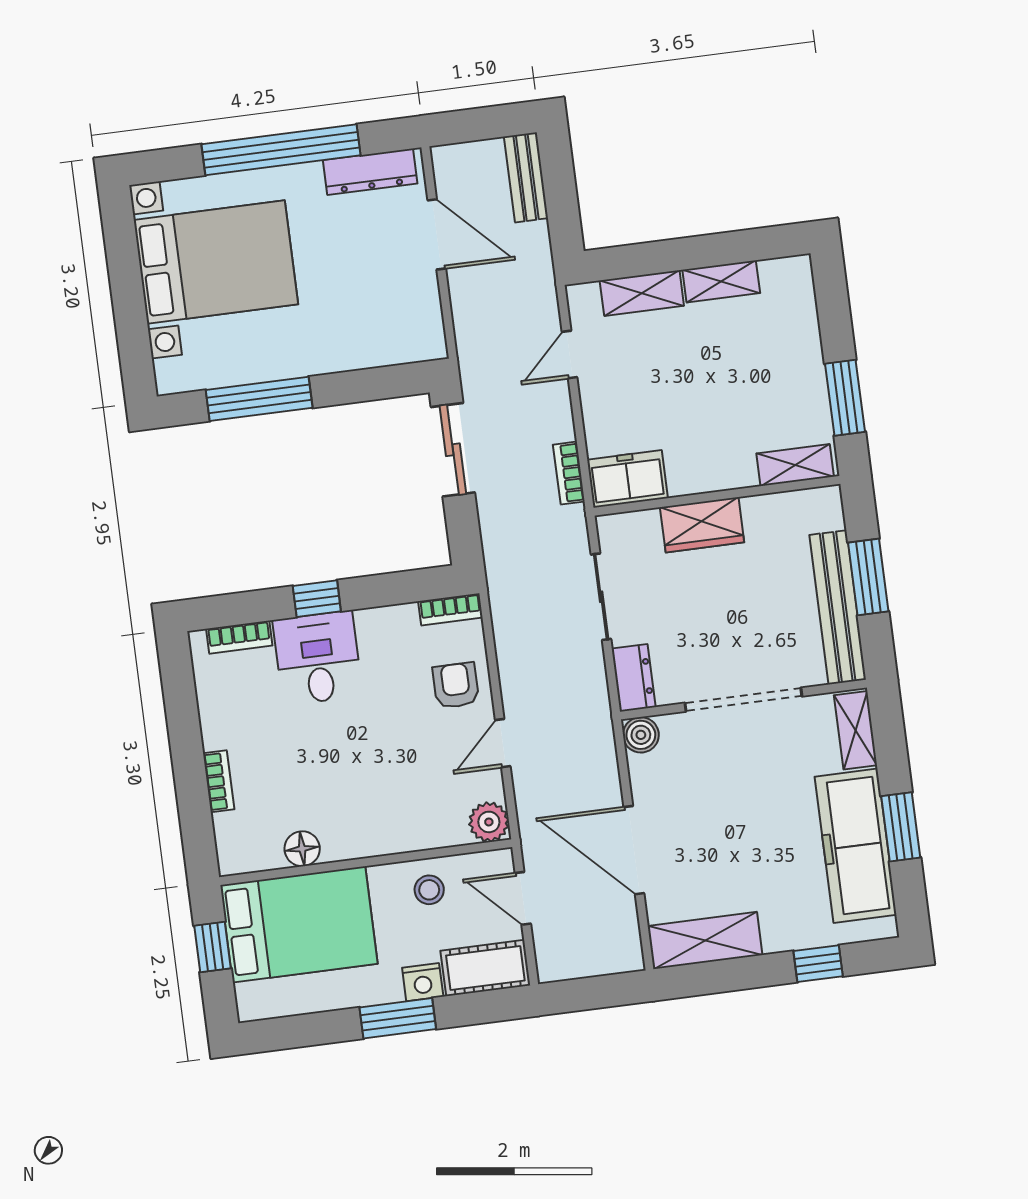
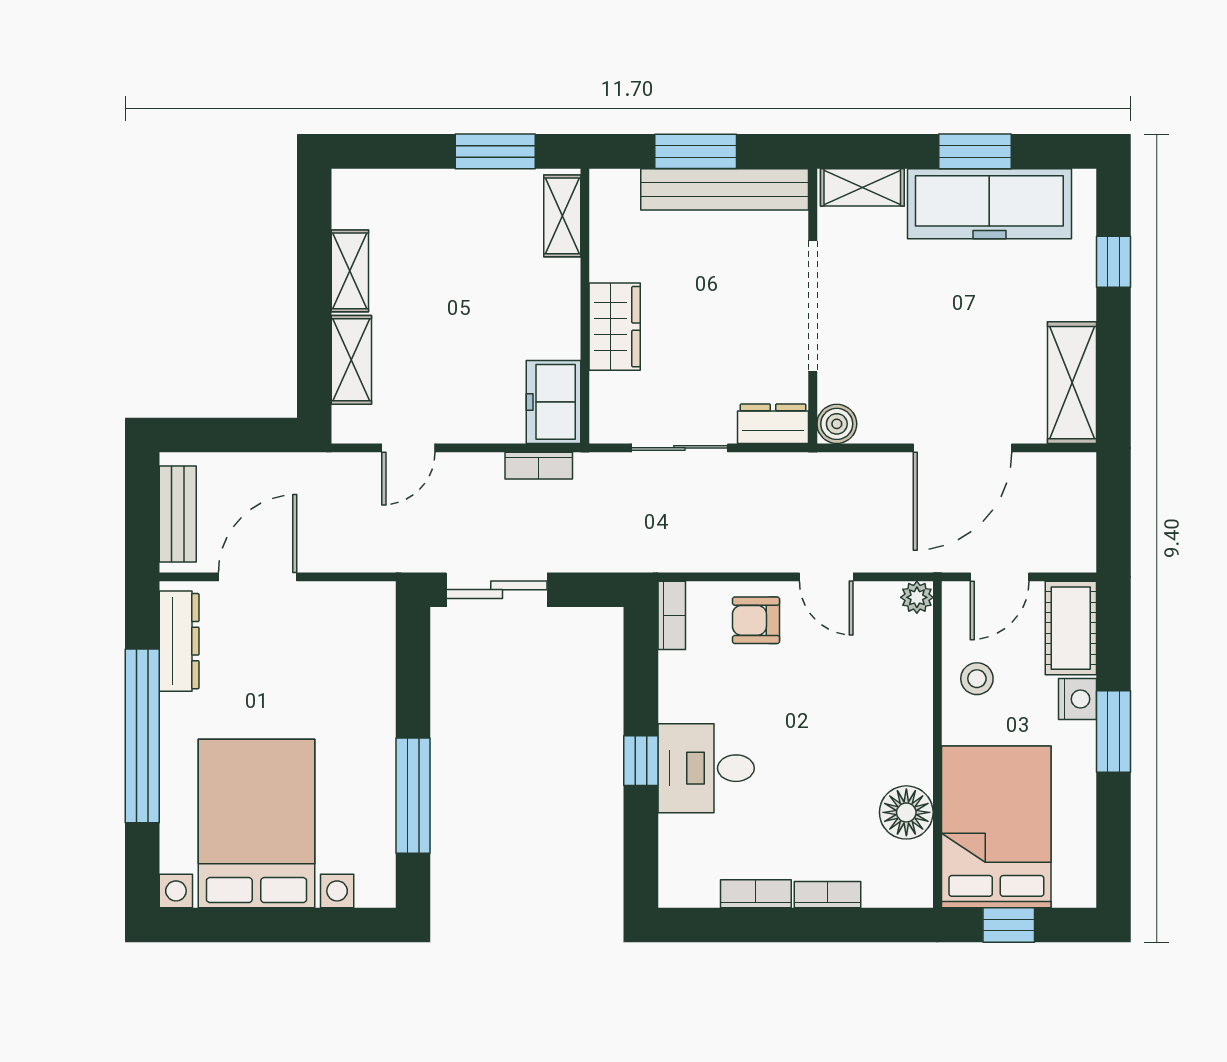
bench: (526, 177) -> (178, 514), moved, turned 90
door: (570, 354) -> (408, 448), hinge flipped
bookcase: (239, 637) -> (756, 894), moved, turned -90
plant: (489, 822) -> (917, 597), width x0.73, depth x0.73
floor lamp: (302, 849) -> (906, 812), width x1.38, depth x1.38

